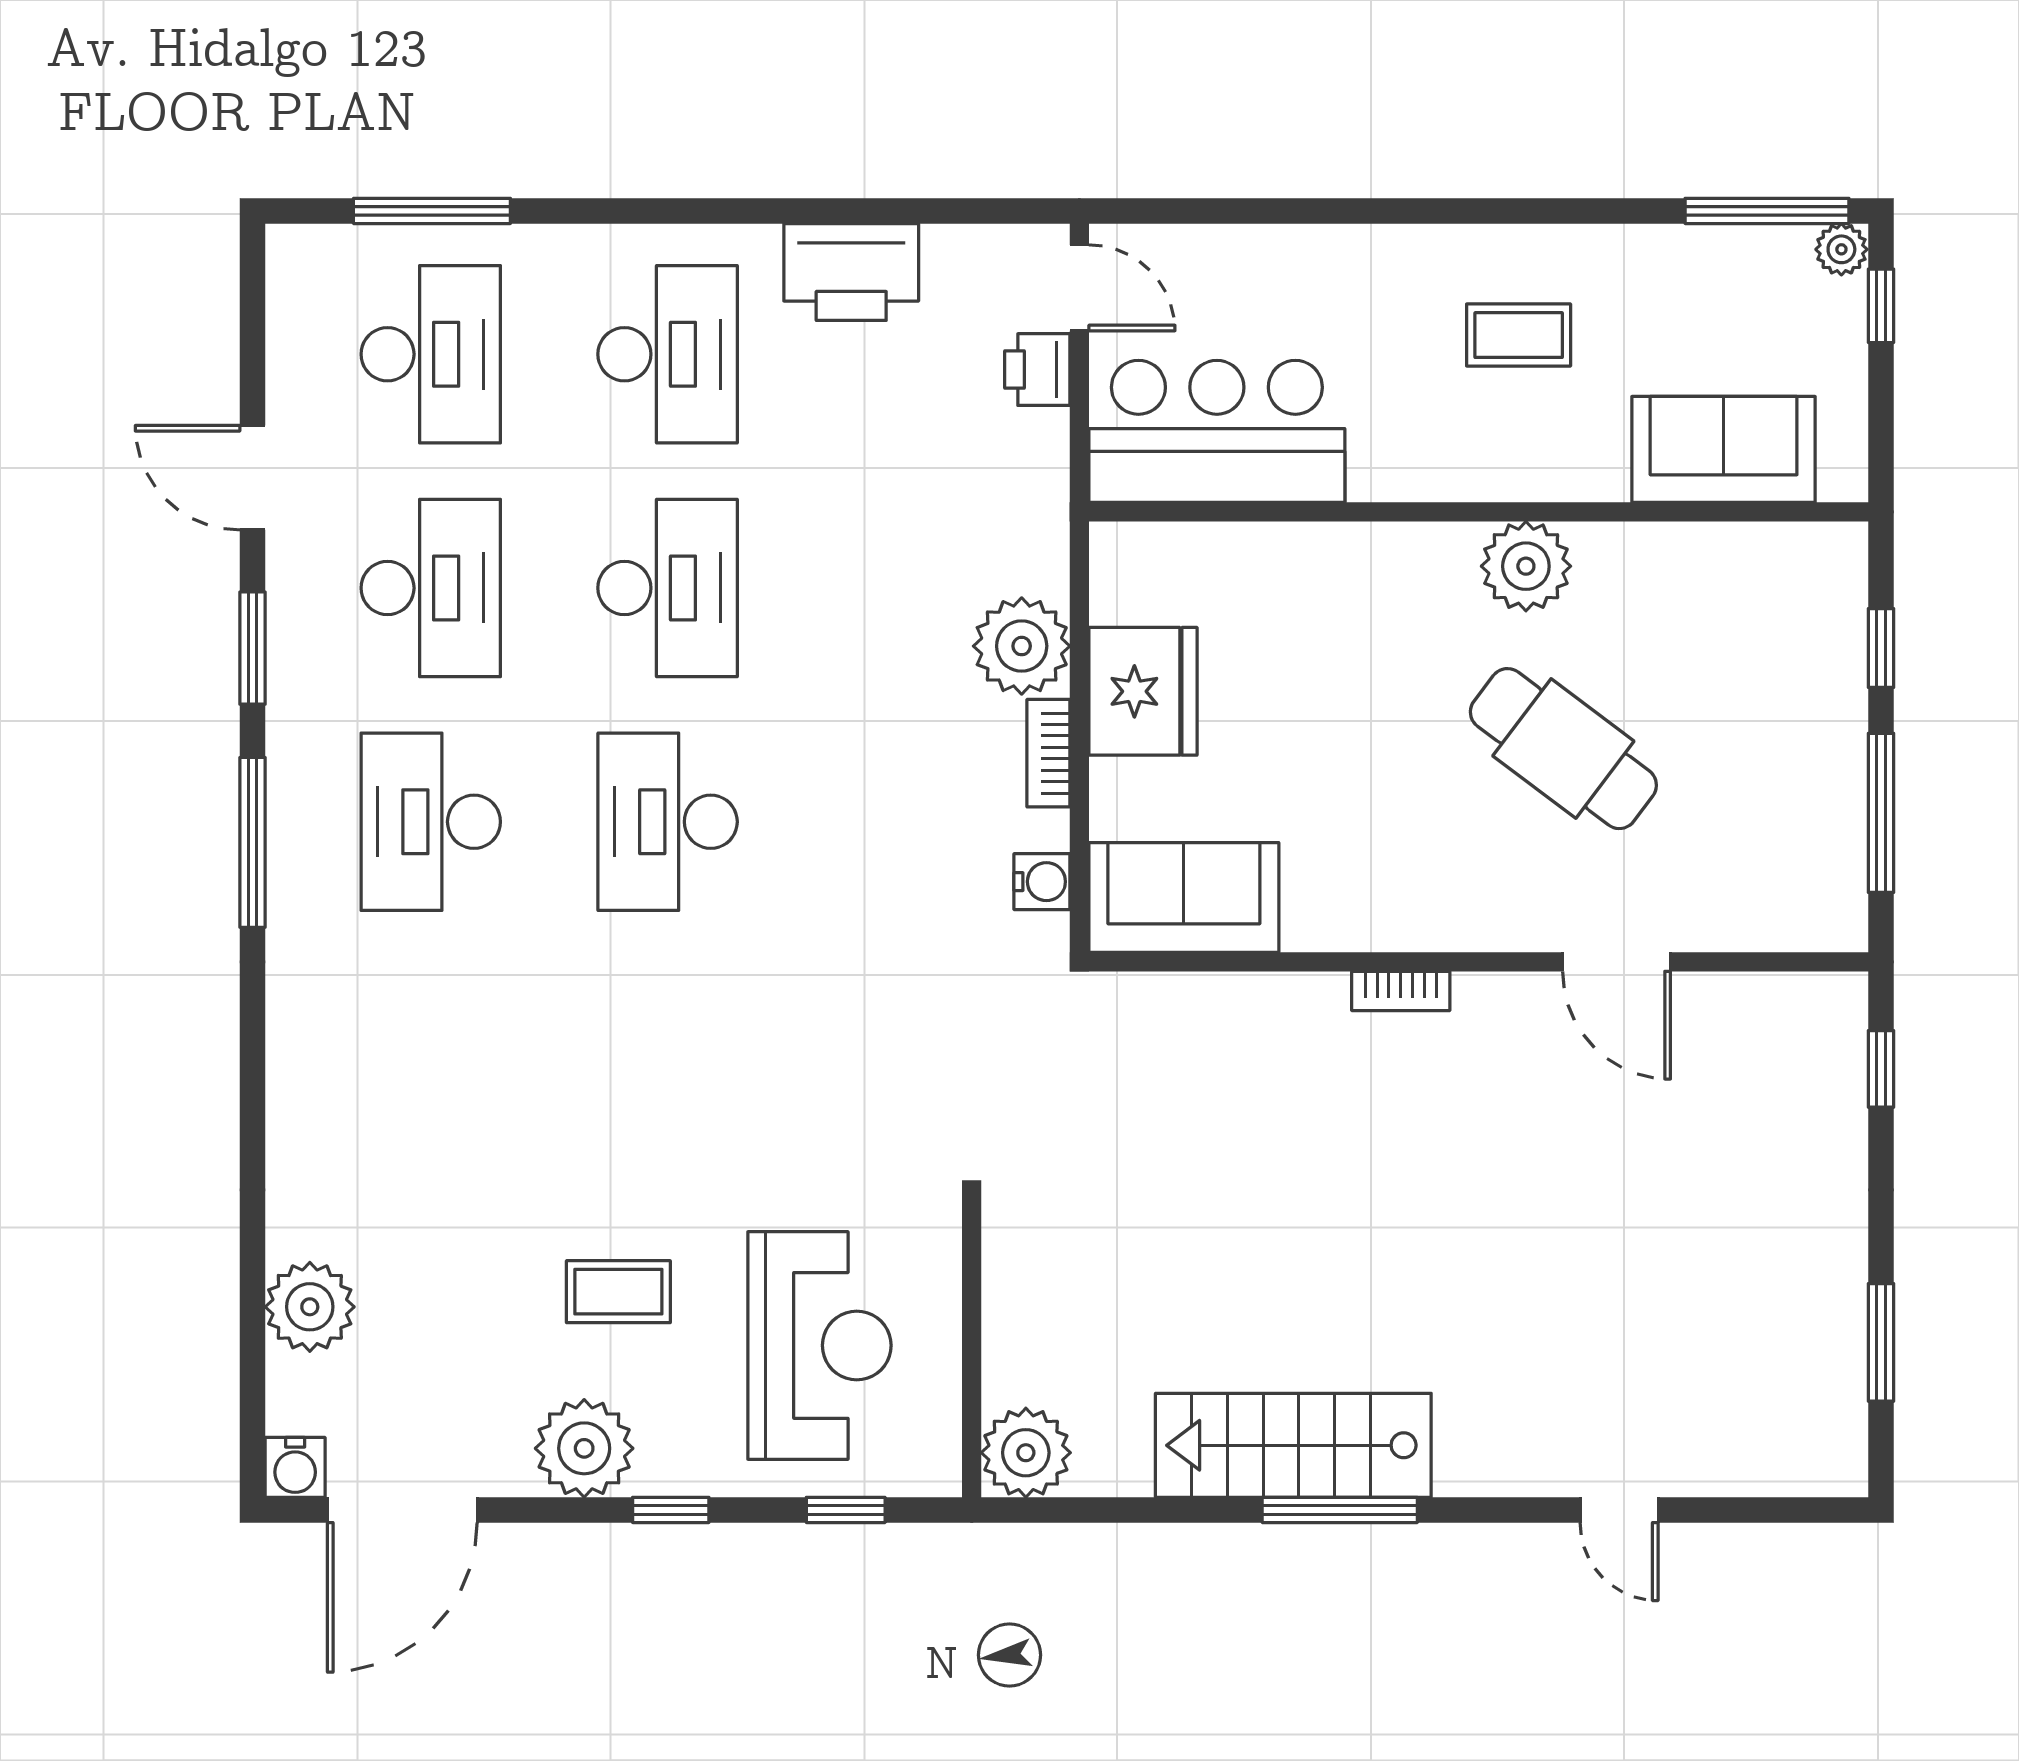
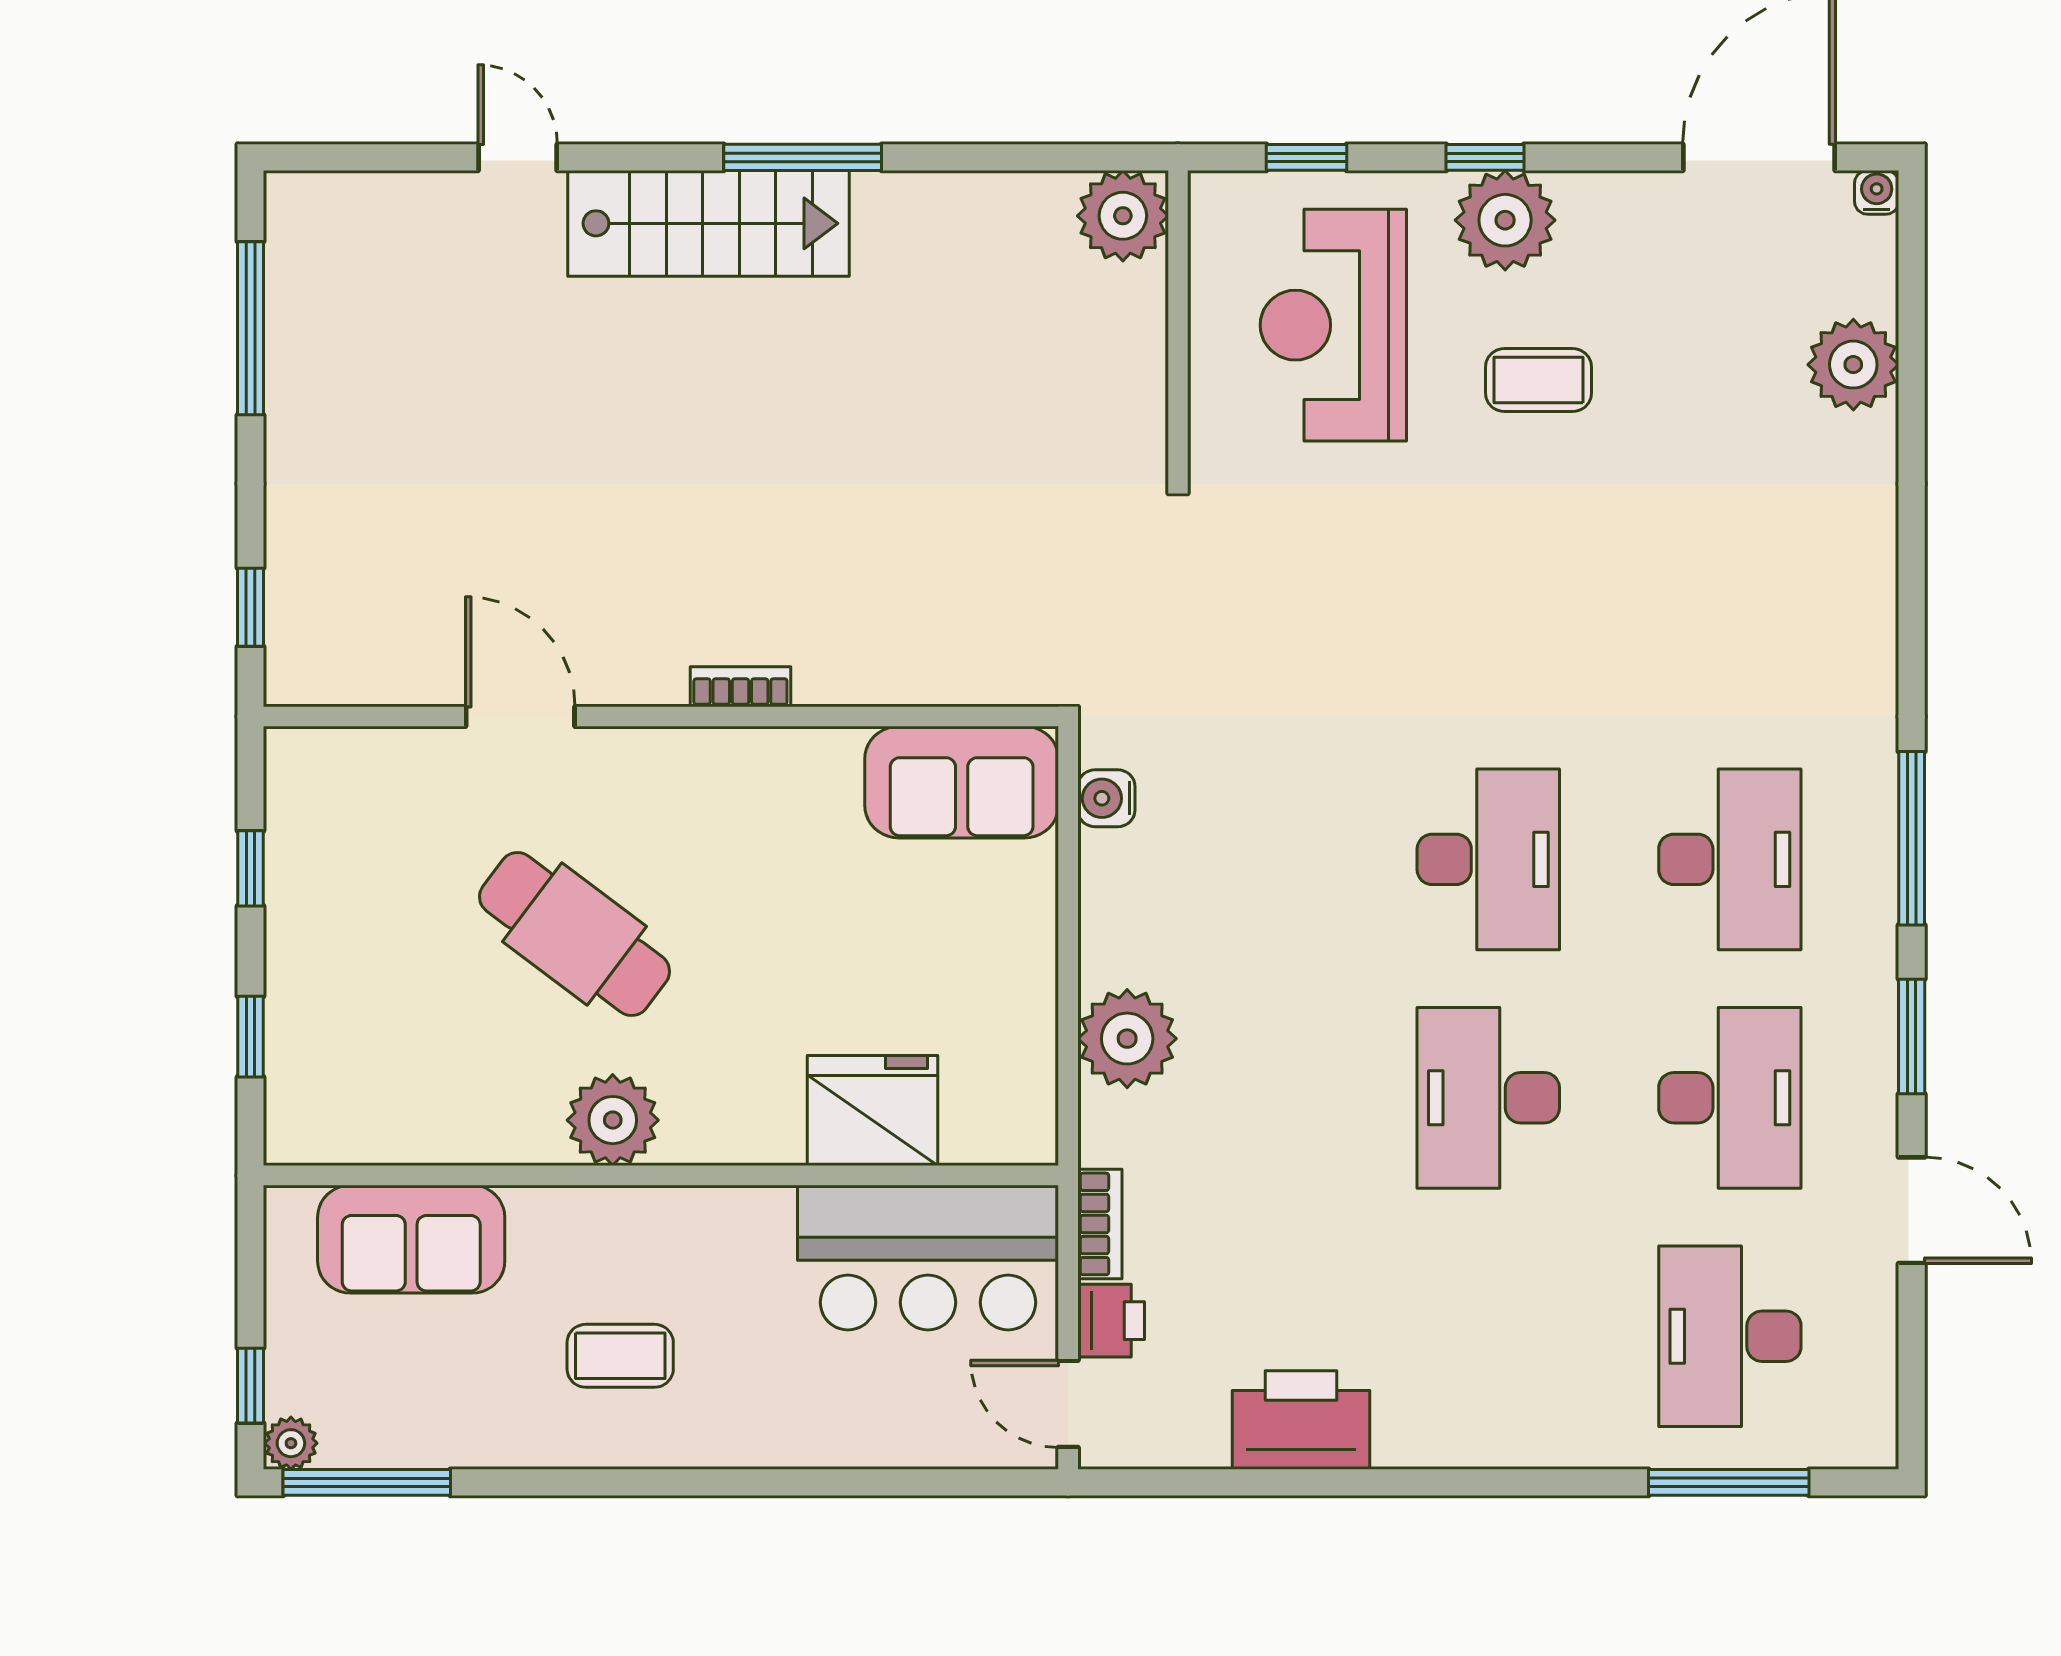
desk: (668, 354) -> (1488, 1336), removed
desk: (431, 588) -> (1730, 1098), turned 180
fridge: (1143, 691) -> (873, 1111), moved, turned 90
bookcase: (1048, 753) -> (1100, 1224), moved
window: (1881, 813) -> (251, 868), width x0.46
window: (1881, 1342) -> (251, 328), width x1.44
stairs: (1293, 1445) -> (708, 223), moved
plant: (584, 1448) -> (1505, 220), moved
water cooler: (295, 1467) -> (1877, 192), width x0.72, depth x0.72

